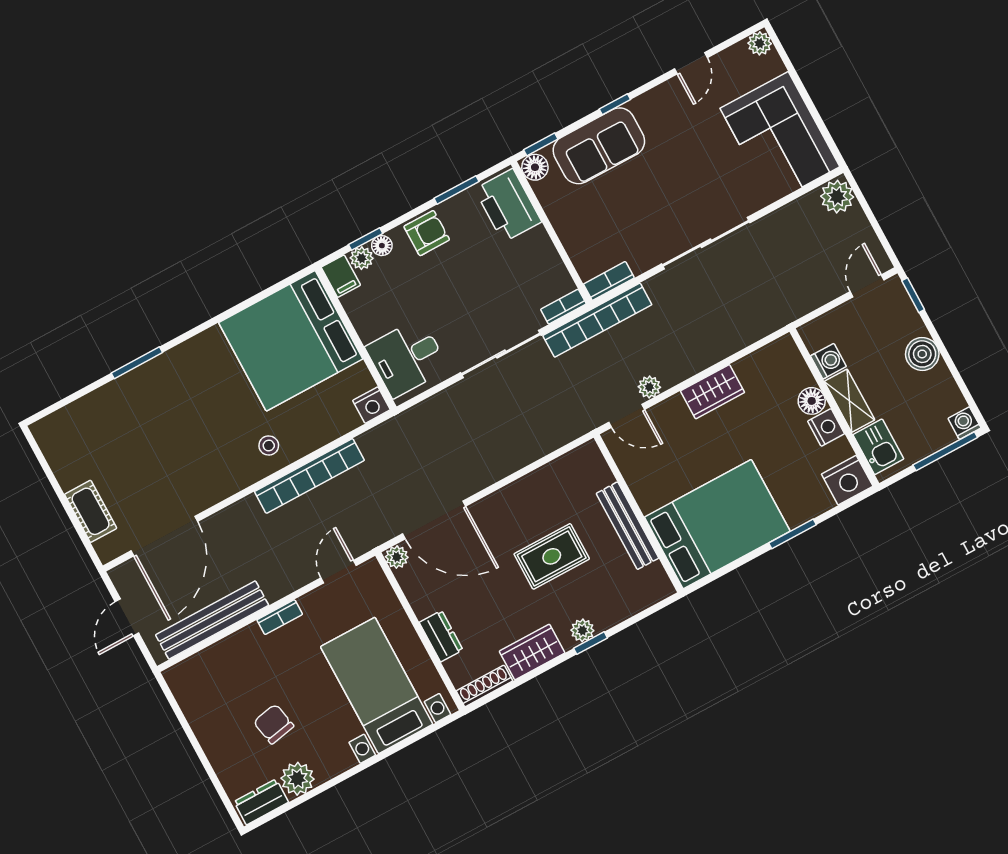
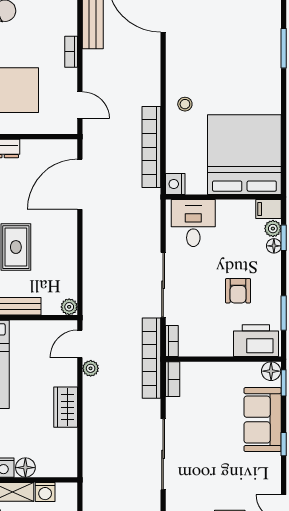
armchair: (427, 233) -> (238, 291), moved
bookcase: (309, 476) -> (151, 147), moved
plant: (397, 557) -> (69, 307), moved

